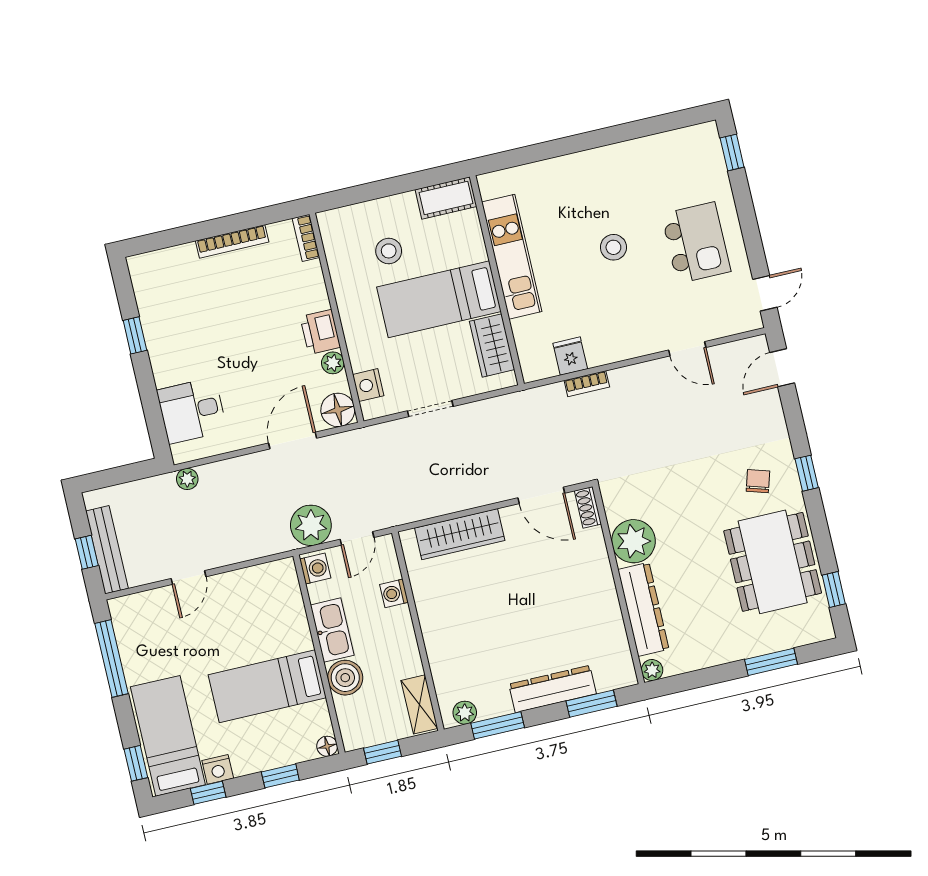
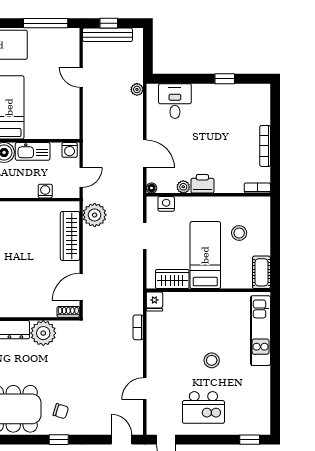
kitchen unit: (512, 257) -> (261, 331), moved, turned 90
fridge: (570, 356) -> (154, 301), moved, turned 90
floor lamp: (338, 410) -> (152, 188), width x0.53, depth x0.53
plant: (311, 525) -> (95, 215), moved
door: (357, 538) -> (81, 177), swing flipped

